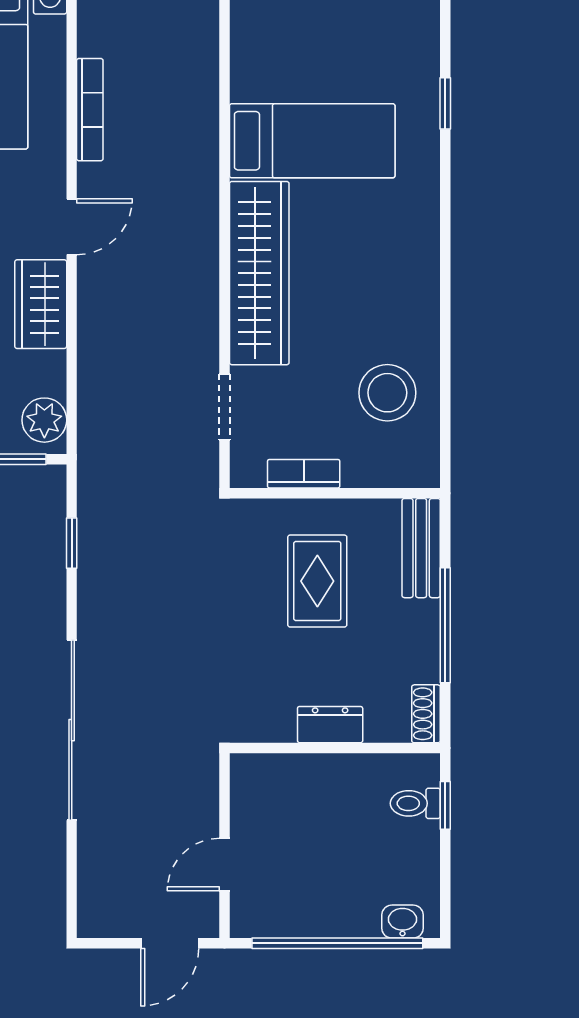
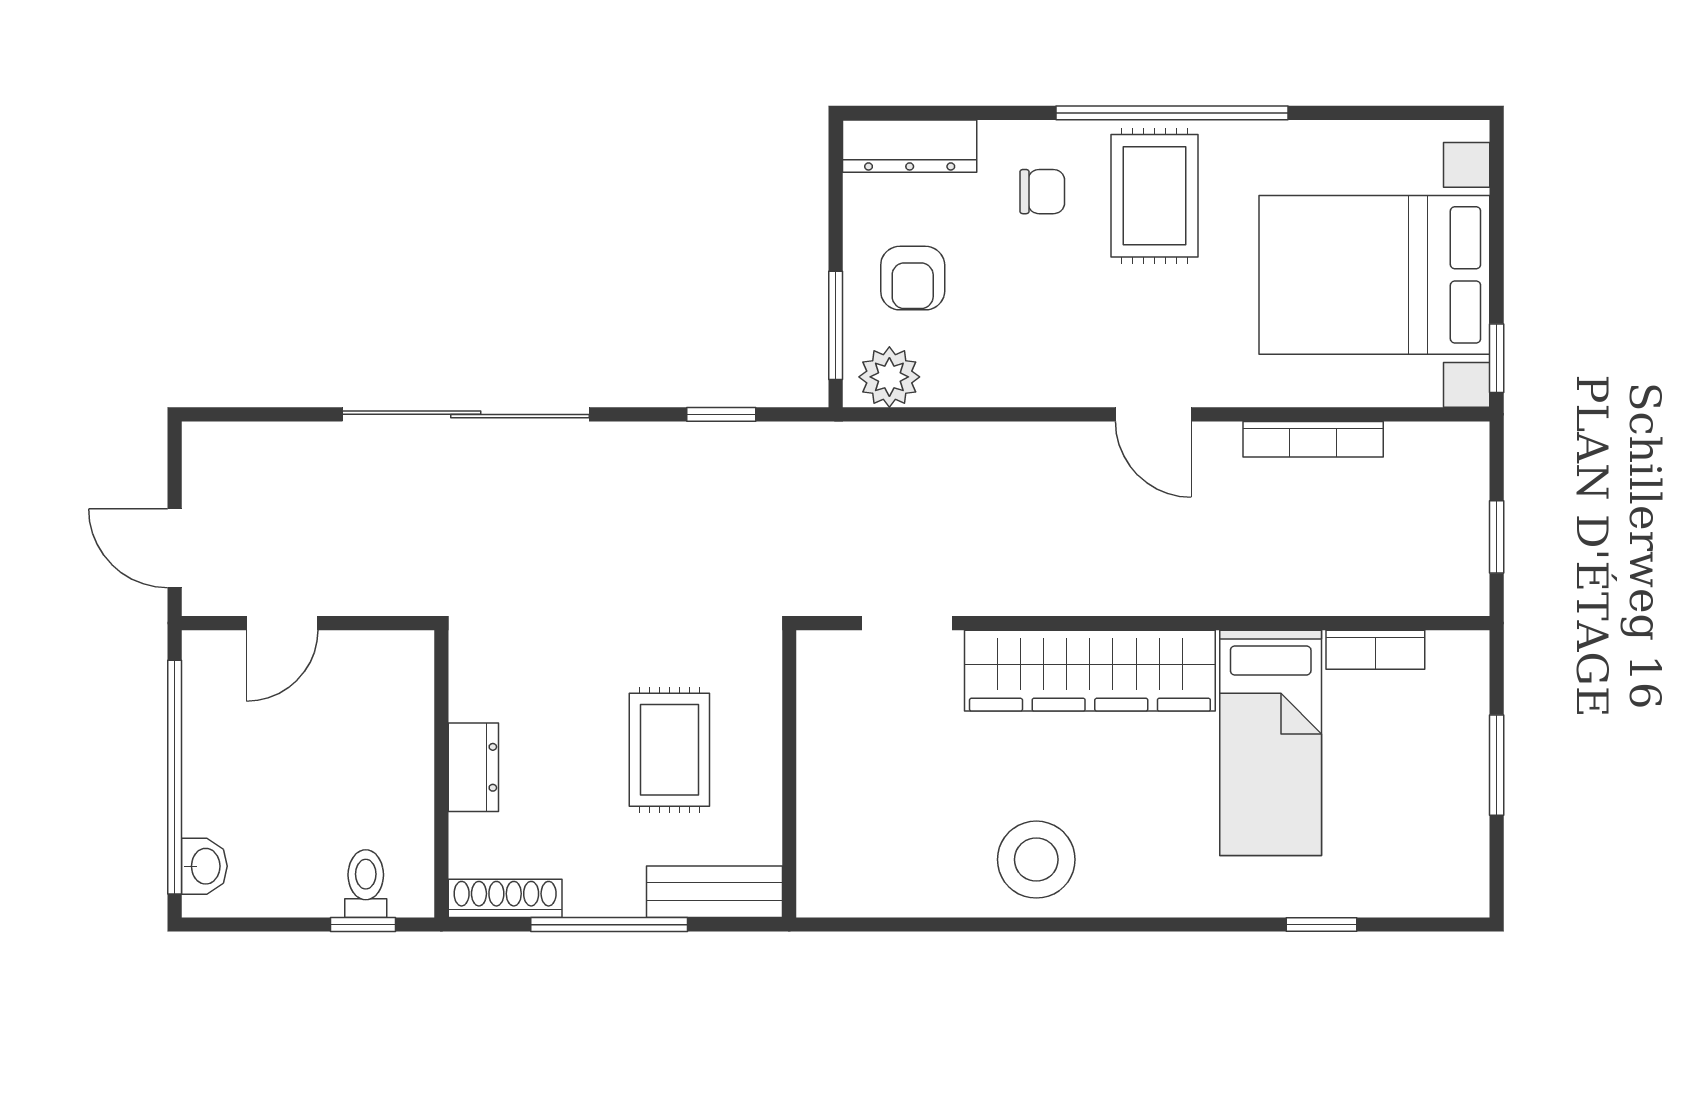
wardrobe: (41, 304) -> (1048, 372), removed
stool: (387, 393) -> (1036, 860), moved
bookcase: (304, 474) -> (1375, 650), moved, turned 90
rug: (317, 581) -> (669, 750), turned 90
shoe rack: (426, 714) -> (505, 898), width x1.43
door: (224, 865) -> (282, 623), swing flipped

